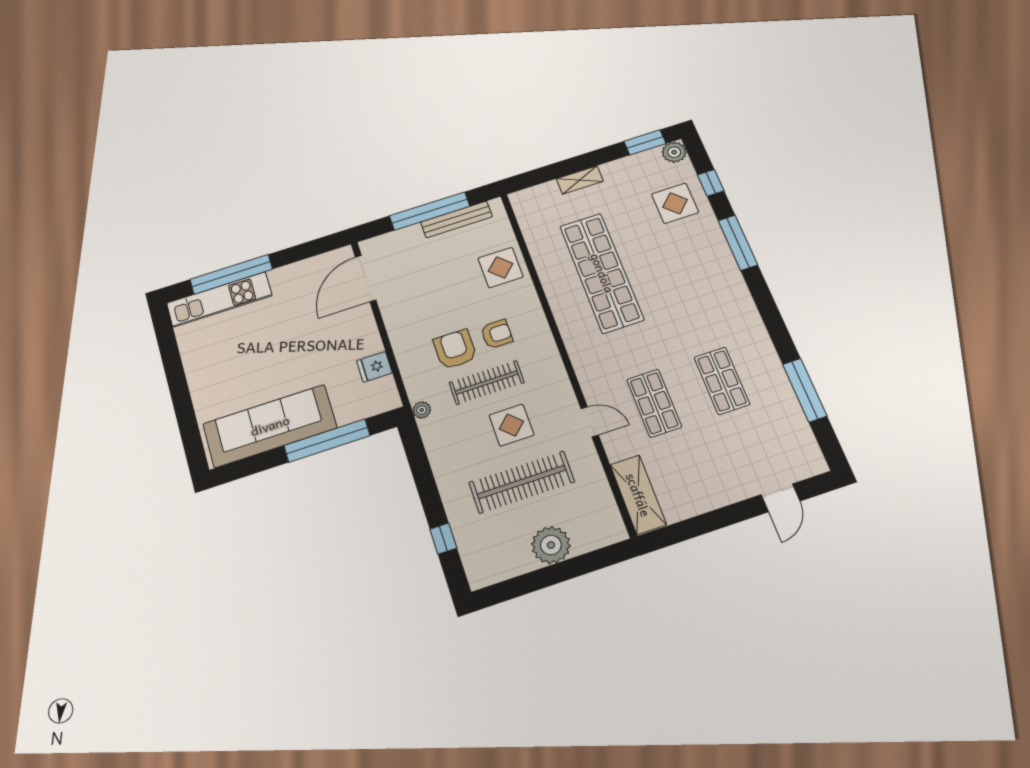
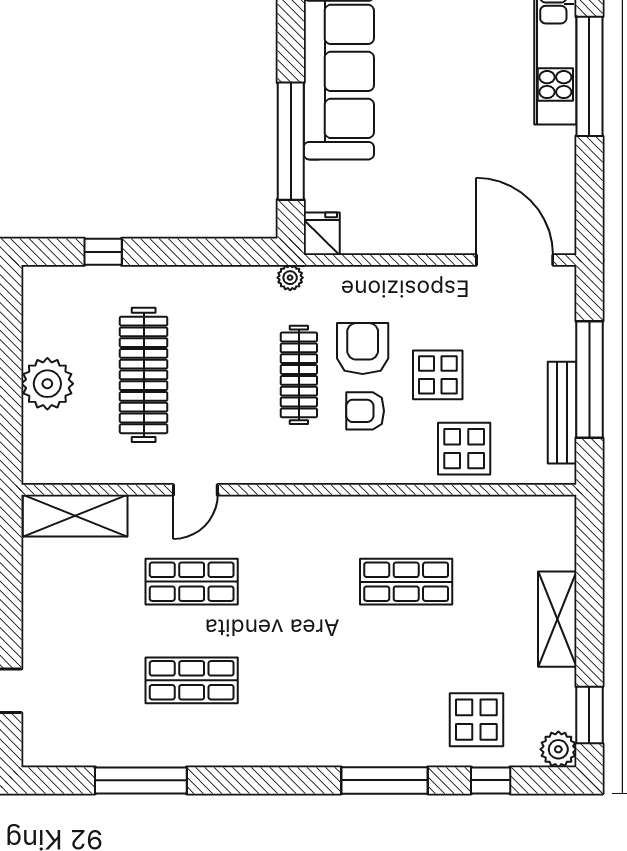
shelving: (580, 180) -> (557, 619), width x1.50, depth x1.33
shop shelf: (602, 273) -> (406, 582), width x0.50, depth x0.74
armchair: (497, 334) -> (365, 411), turned 90
armchair: (455, 349) -> (363, 348), turned -90
fridge: (374, 367) -> (322, 234), moved
display table: (511, 425) -> (438, 375), moved

